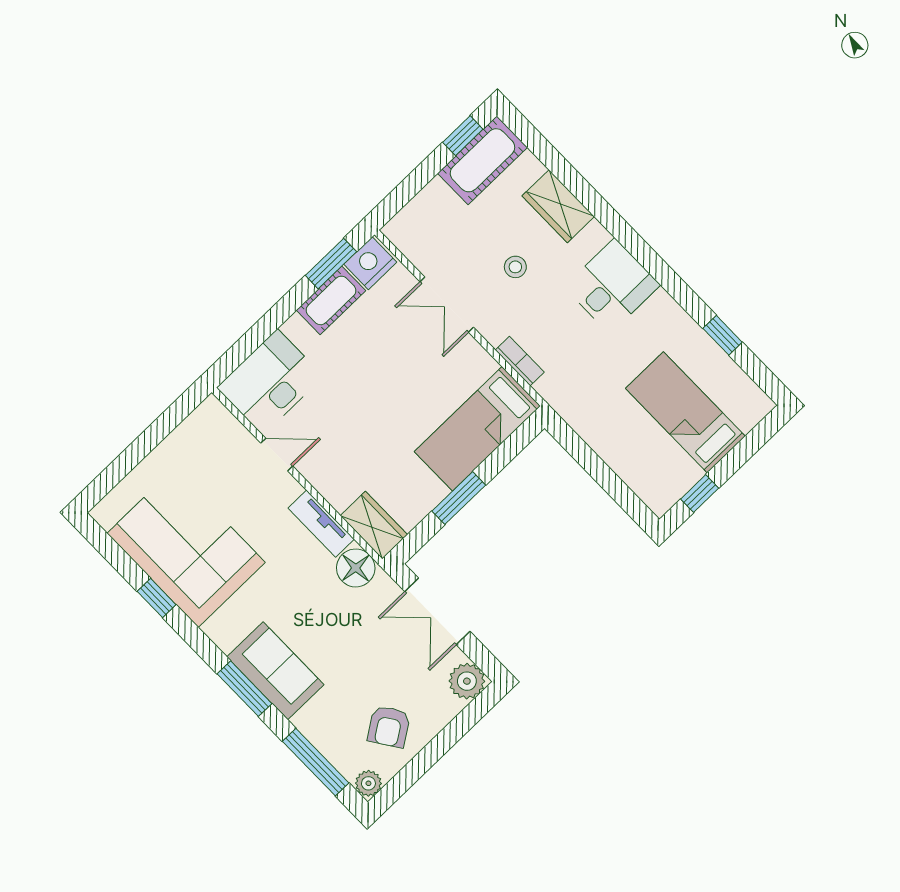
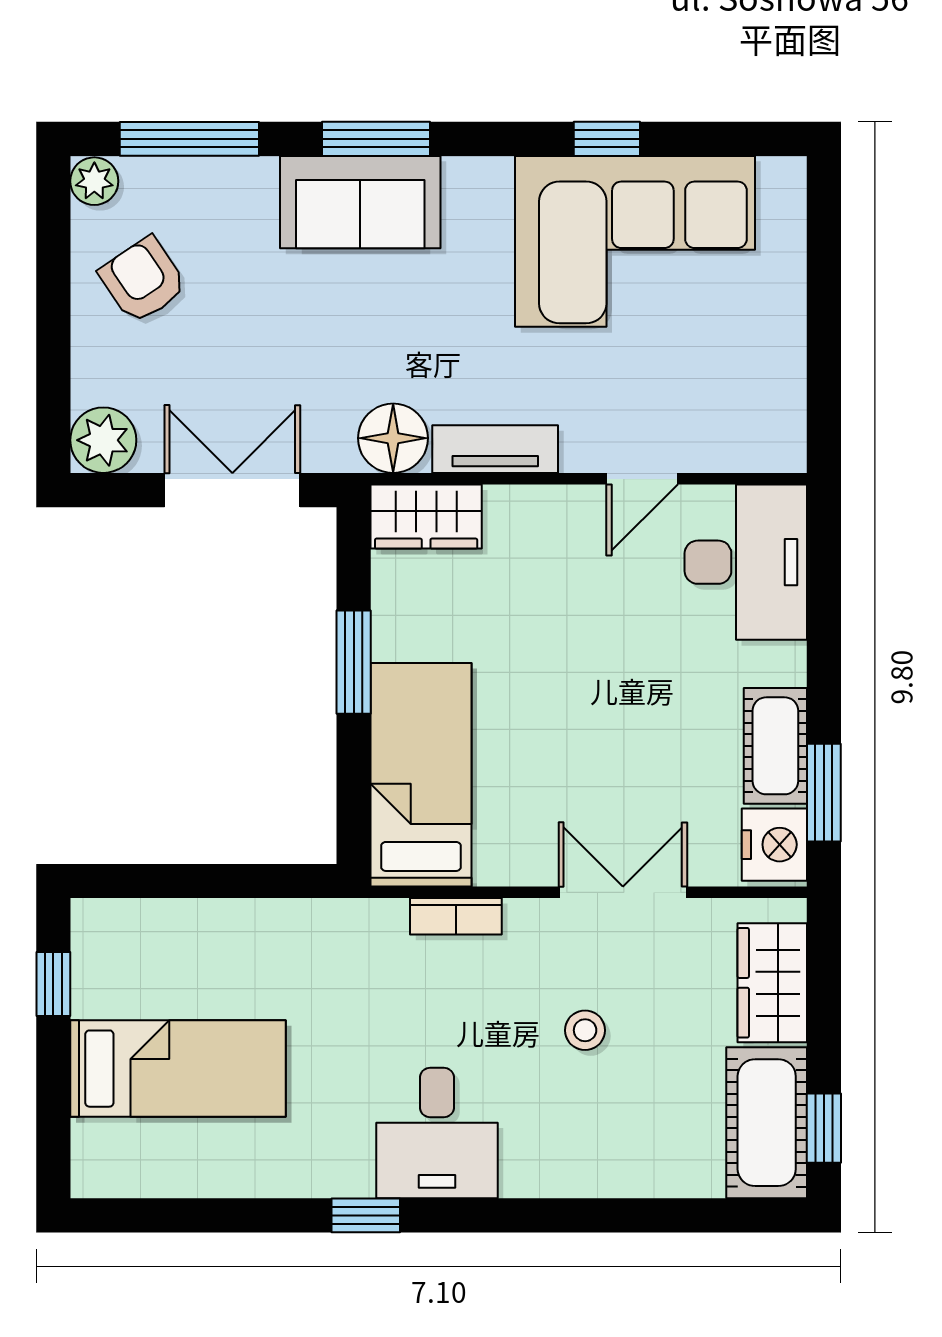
wardrobe: (558, 206) -> (772, 983), moved, turned -90
window: (723, 335) -> (366, 1215), moved

